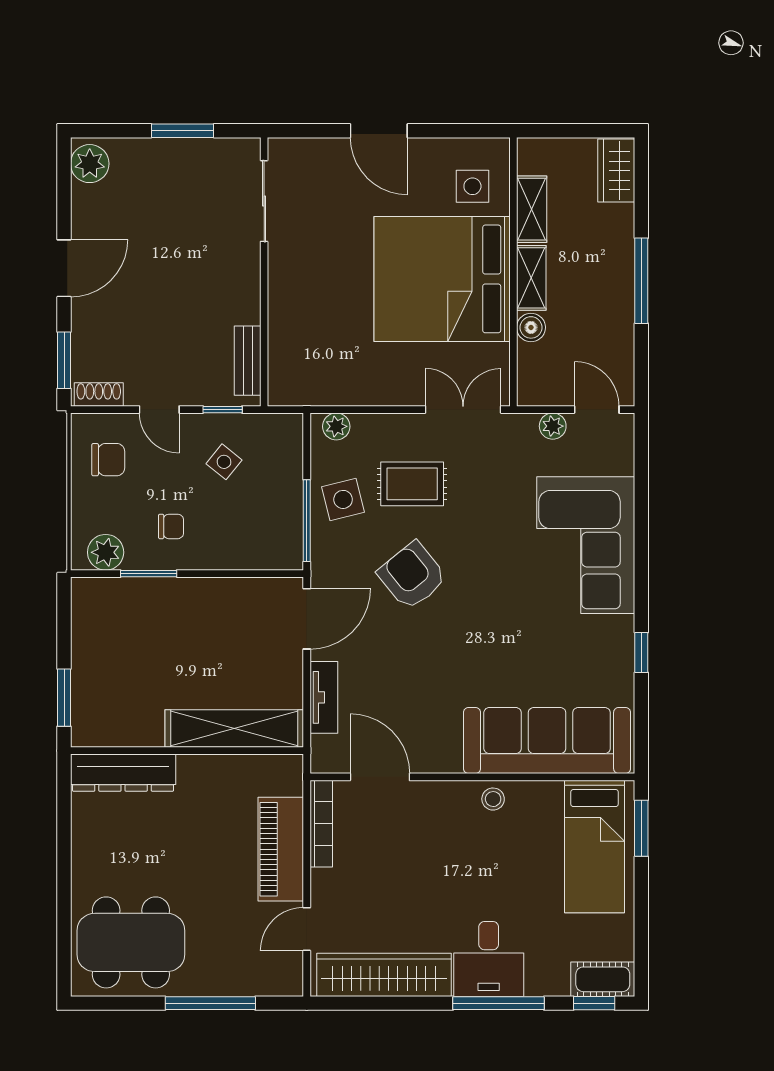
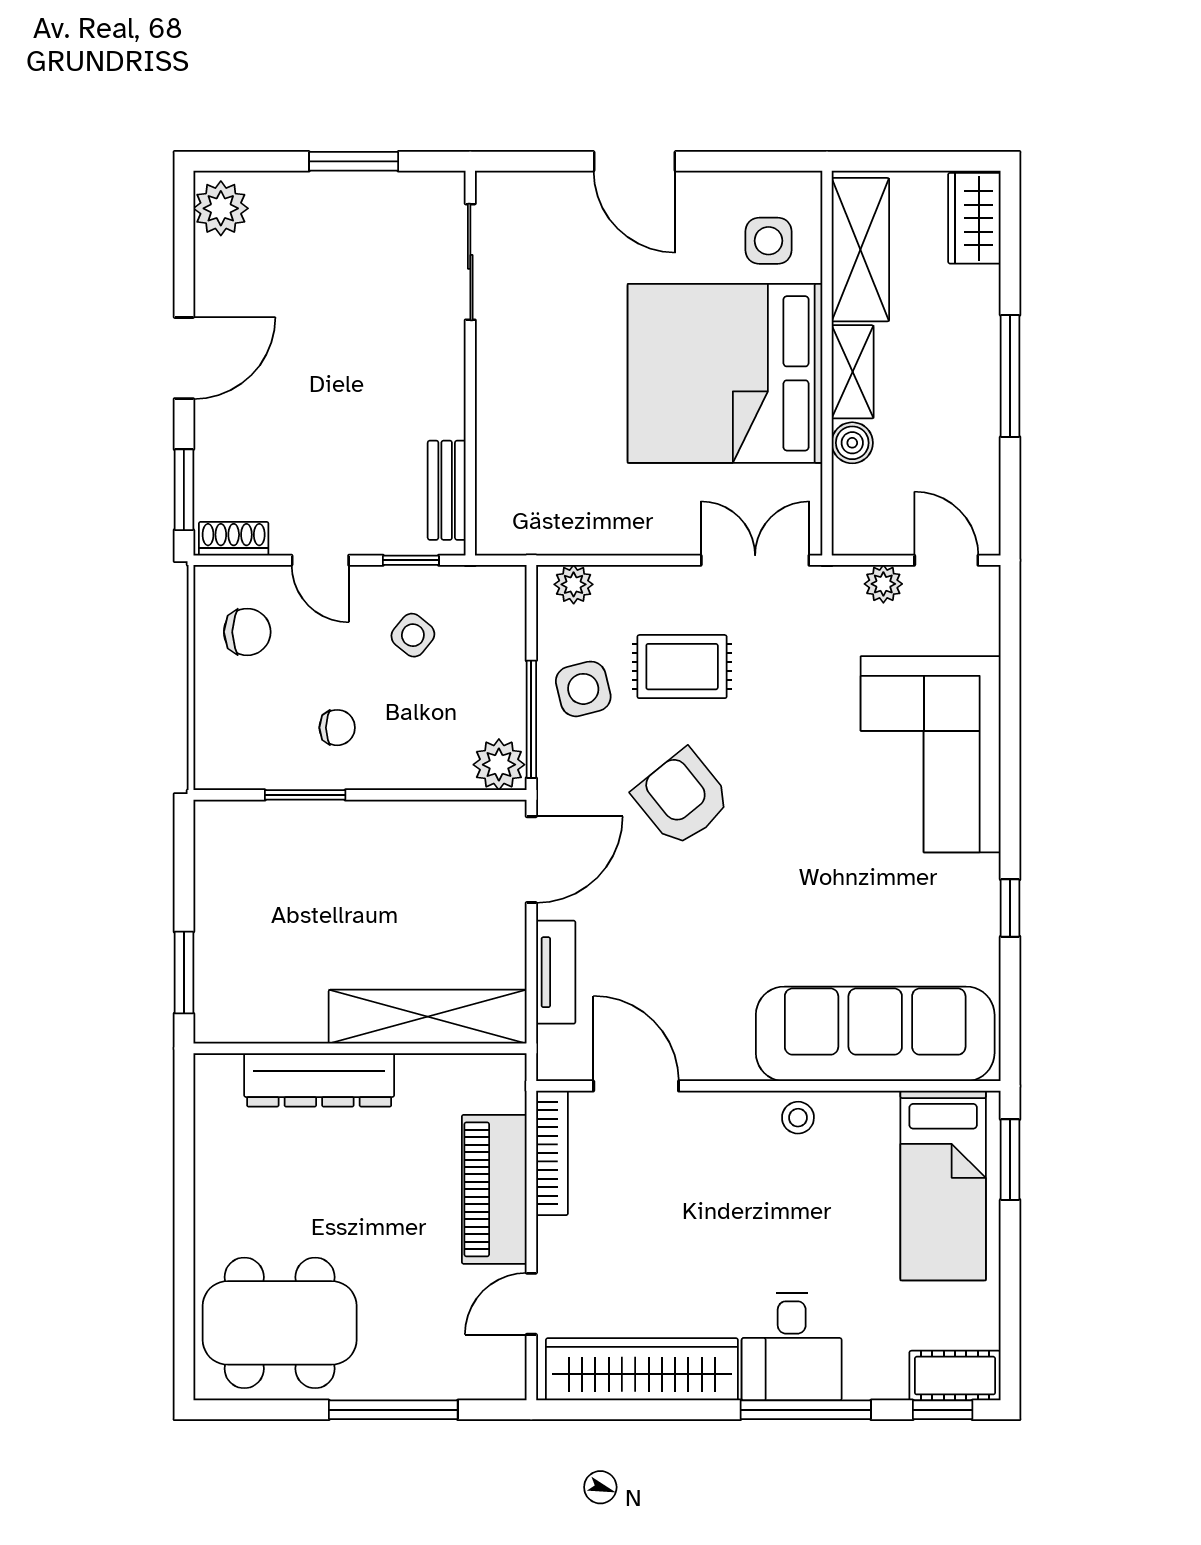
shelving: (532, 209) -> (860, 250), width x1.50, depth x1.33
plant: (106, 552) -> (499, 765), moved
dresser: (123, 773) -> (319, 1080), moved

